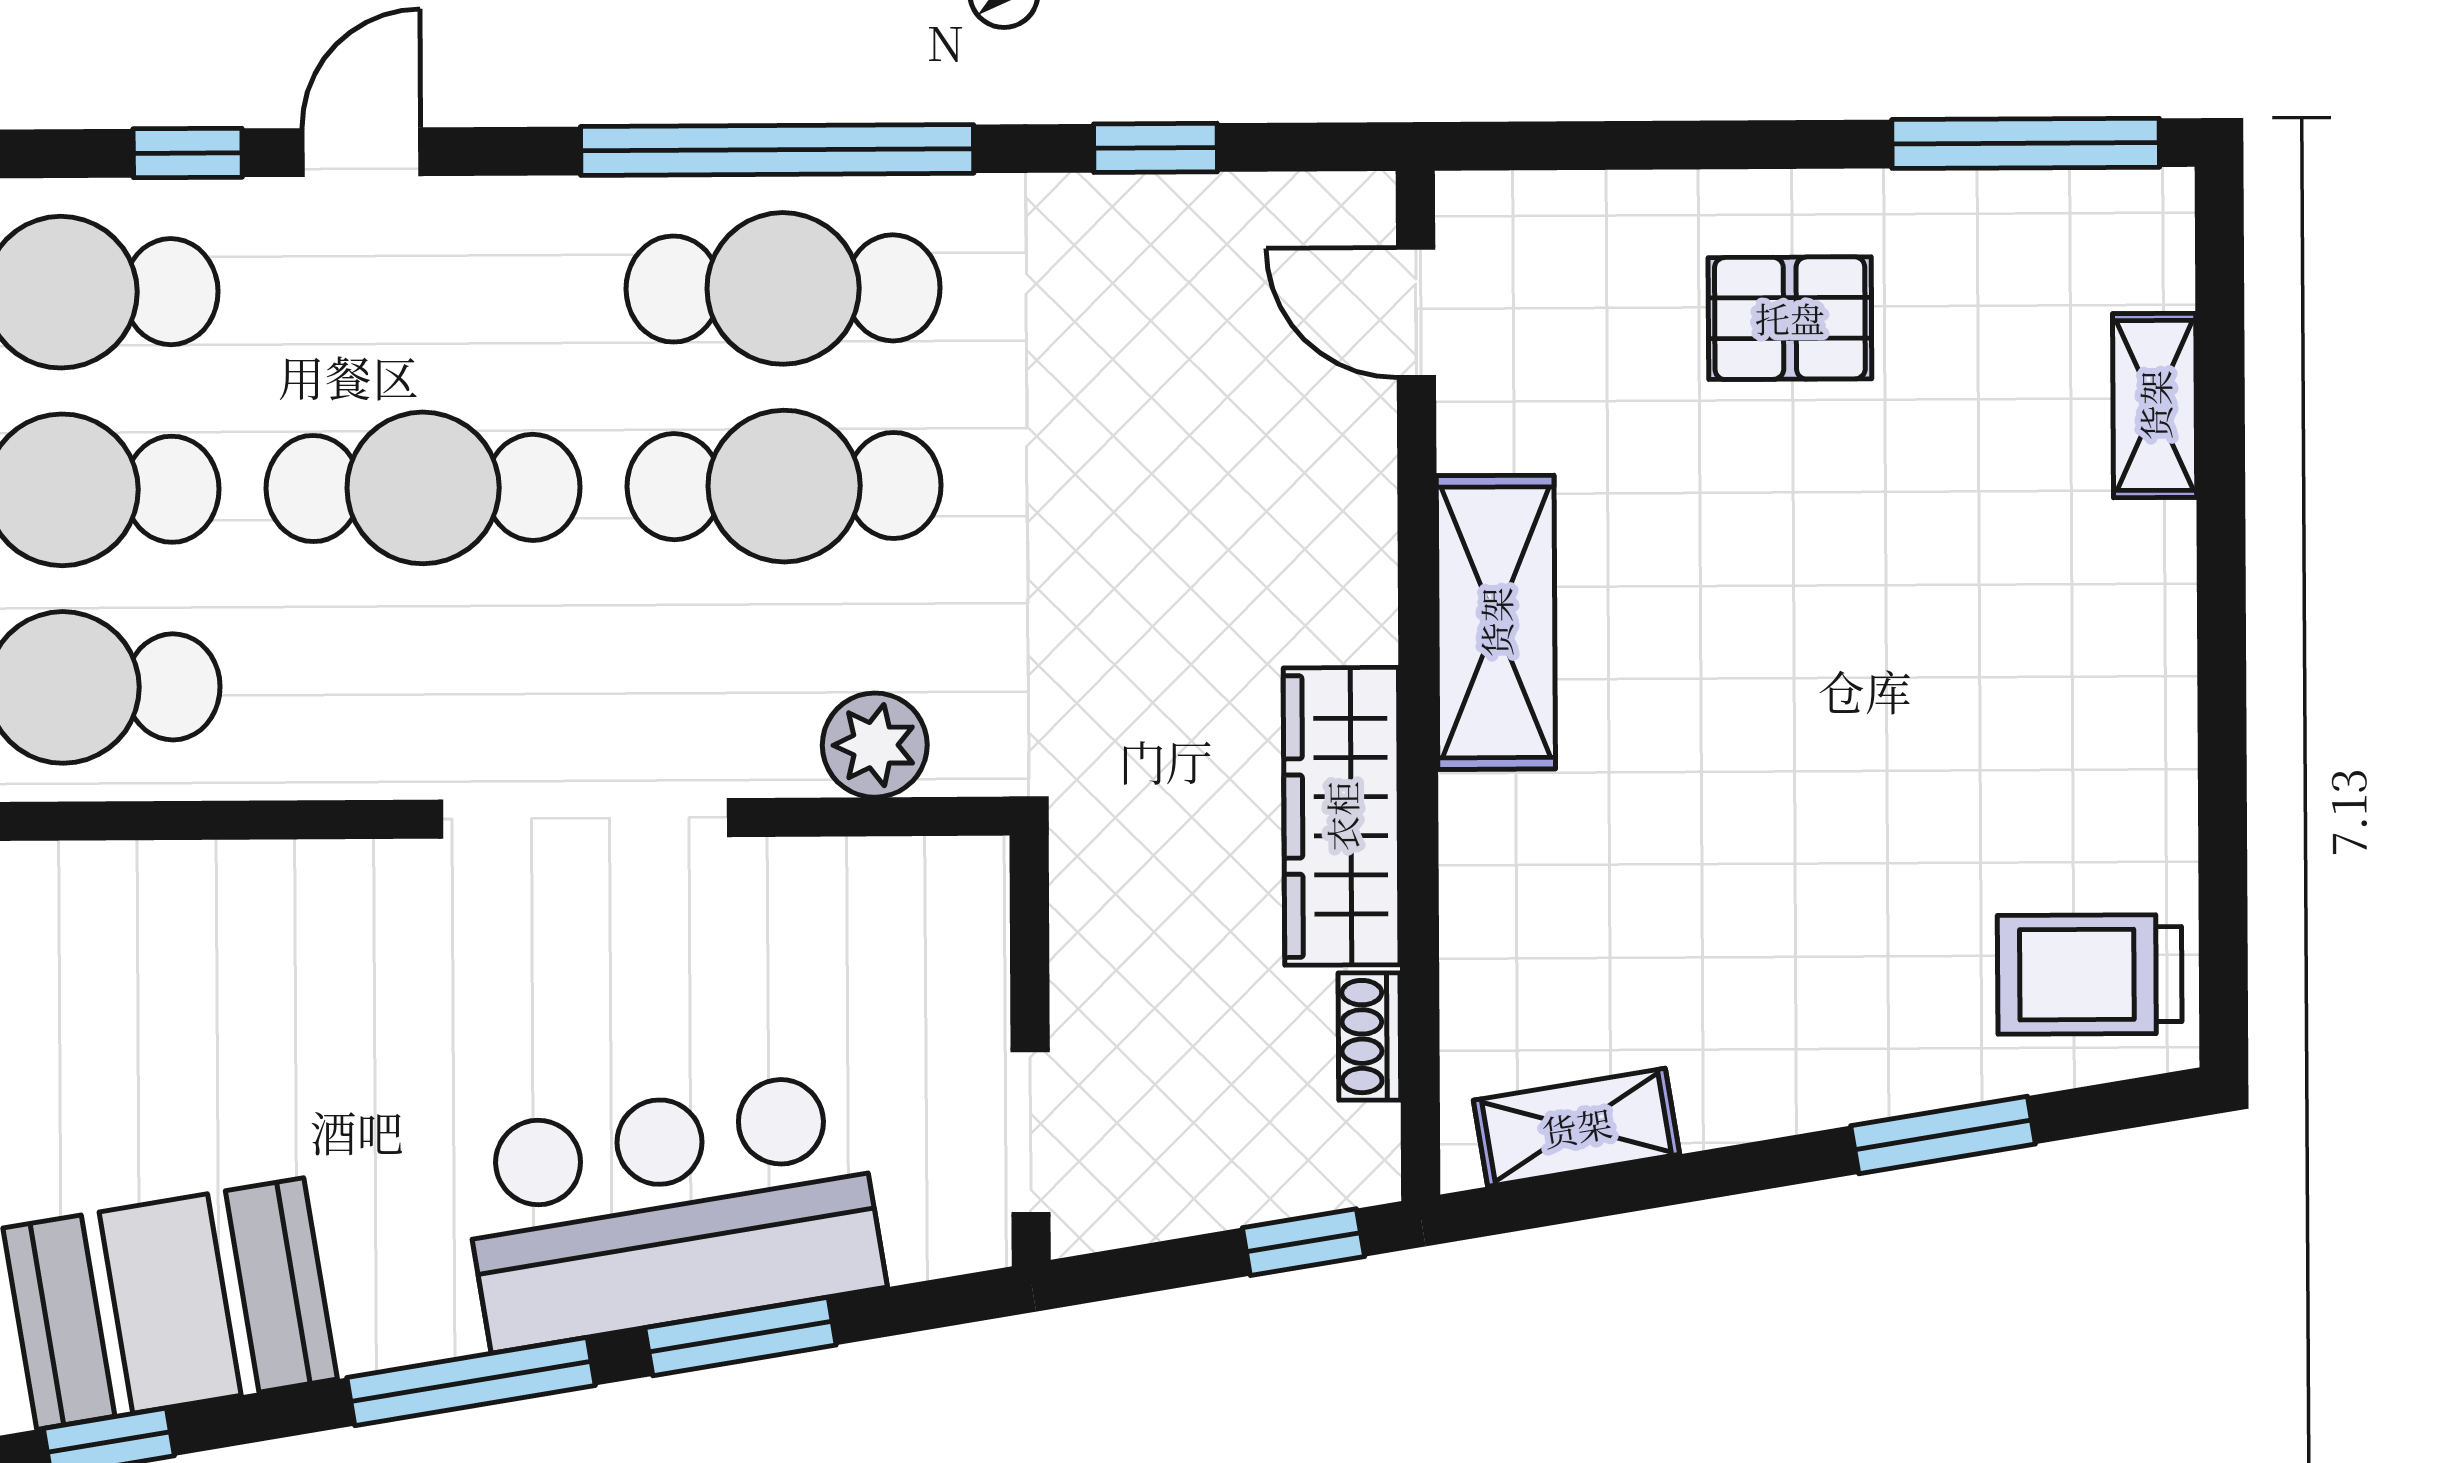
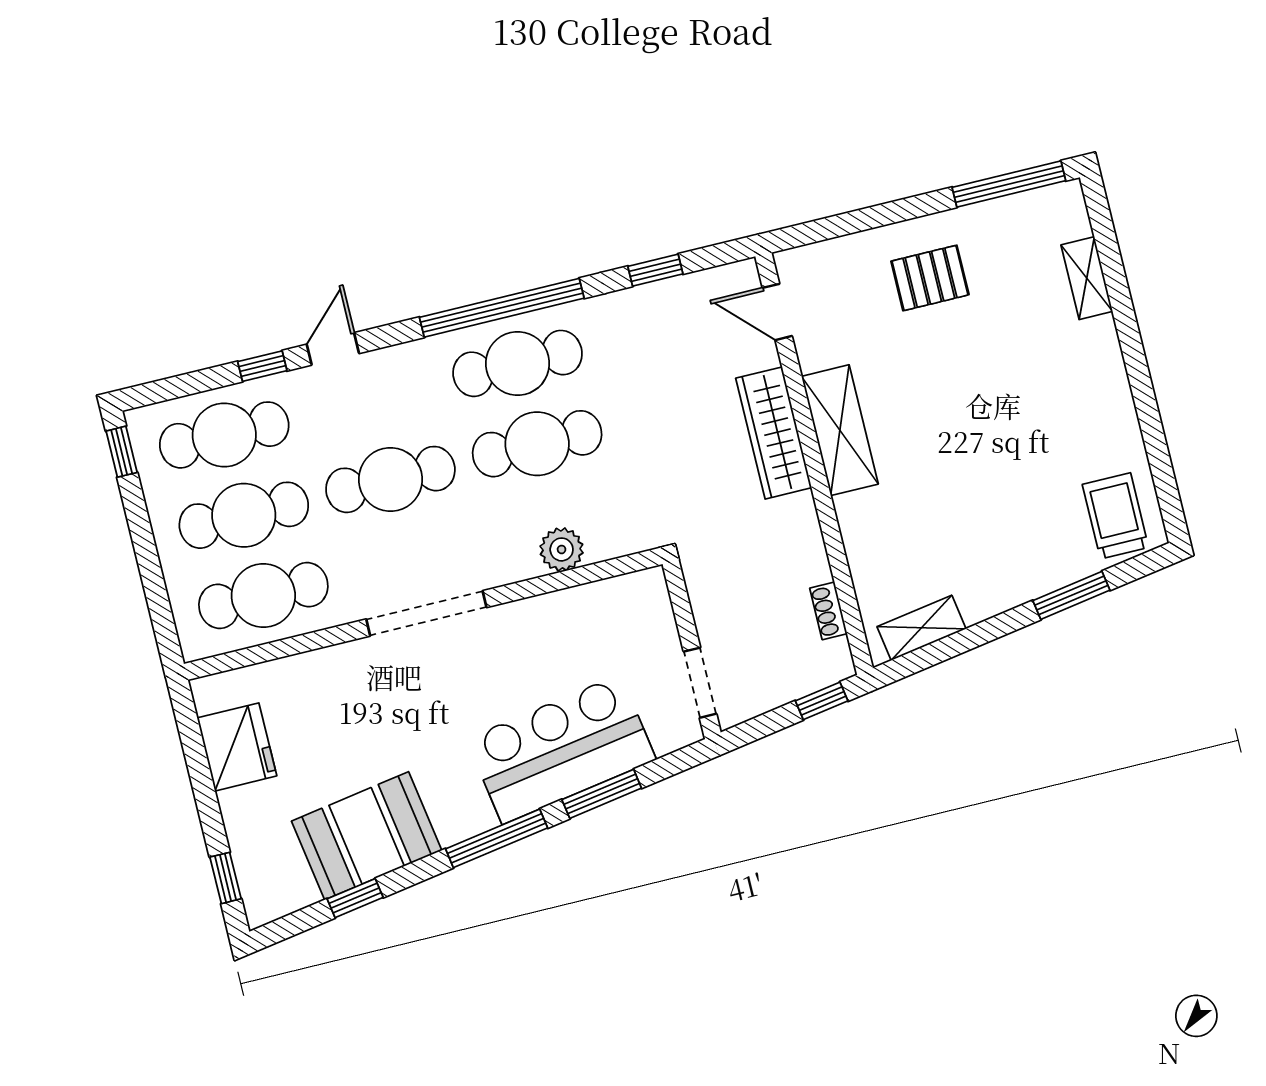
plant: (875, 745) -> (562, 549), moved
wardrobe: (1342, 816) -> (774, 433), moved
doorway: (585, 818) -> (426, 613), moved
trolley: (2090, 974) -> (1115, 516), turned 90

